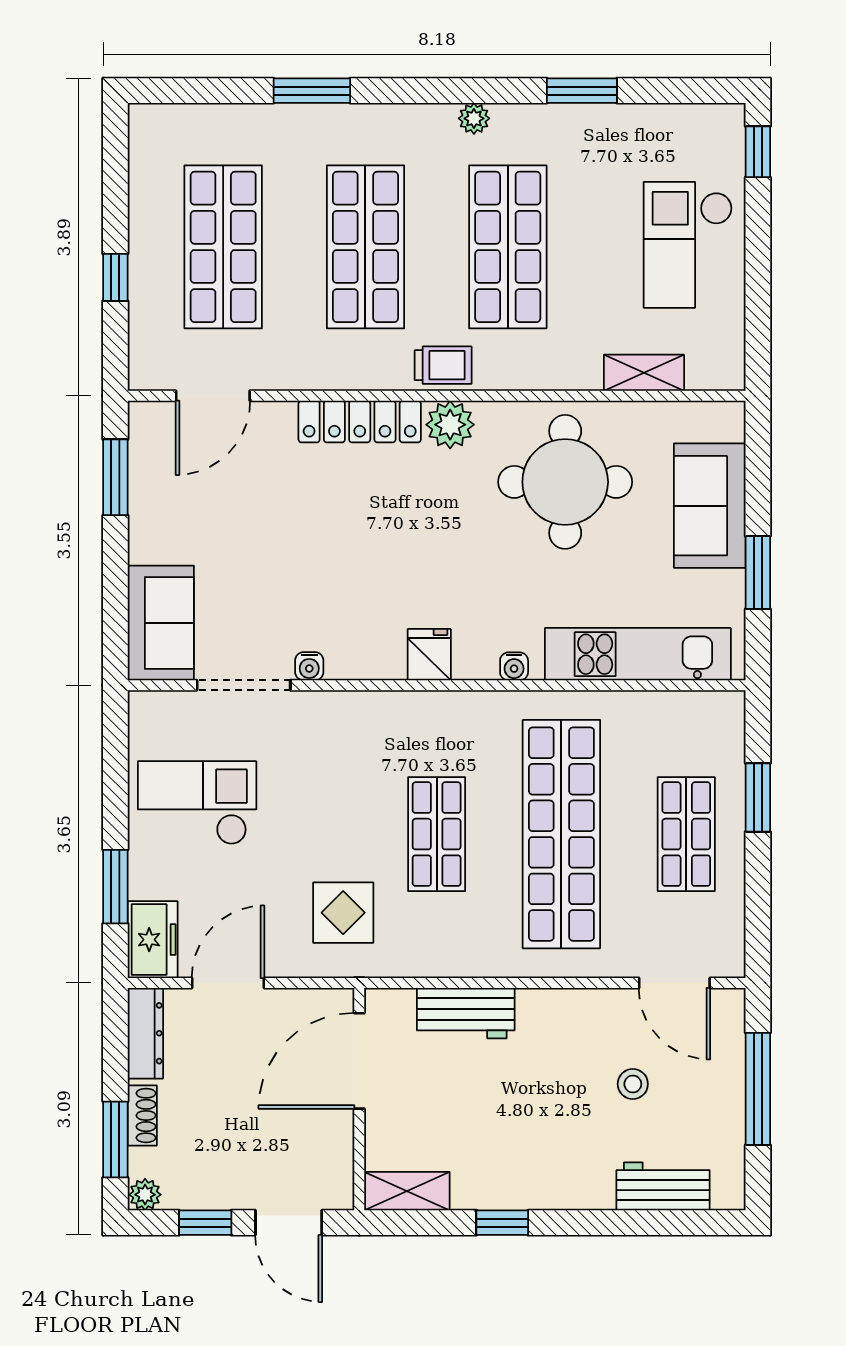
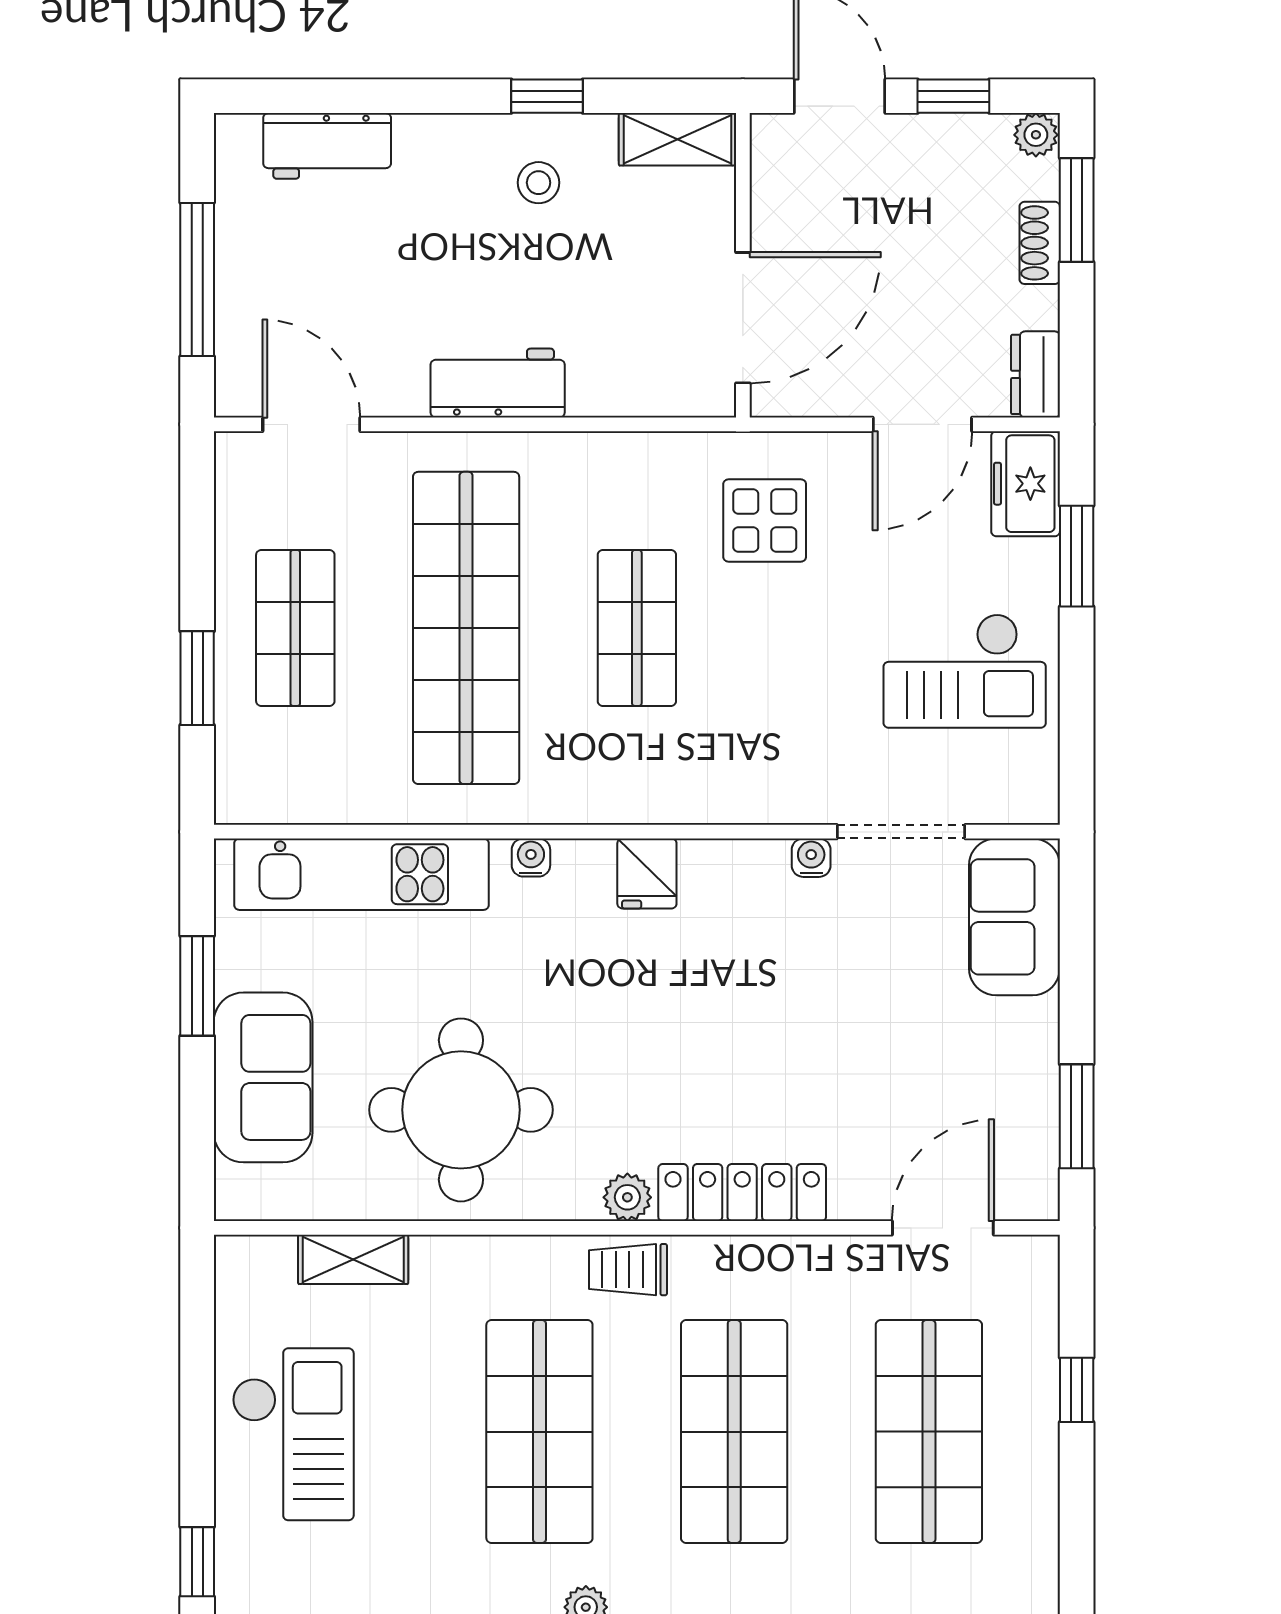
plant: (450, 425) -> (627, 1197), width x0.73, depth x0.73
workbench: (466, 1013) -> (498, 383), moved
dresser: (145, 1033) -> (1036, 374), width x0.70
stool: (633, 1084) -> (539, 183), moved

